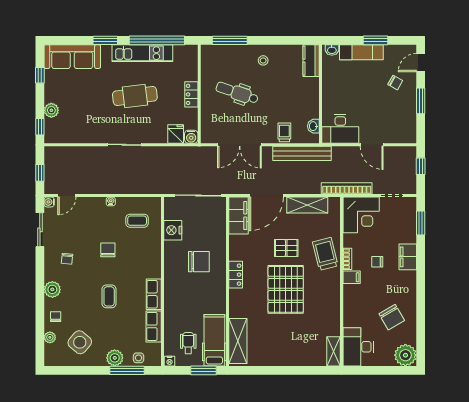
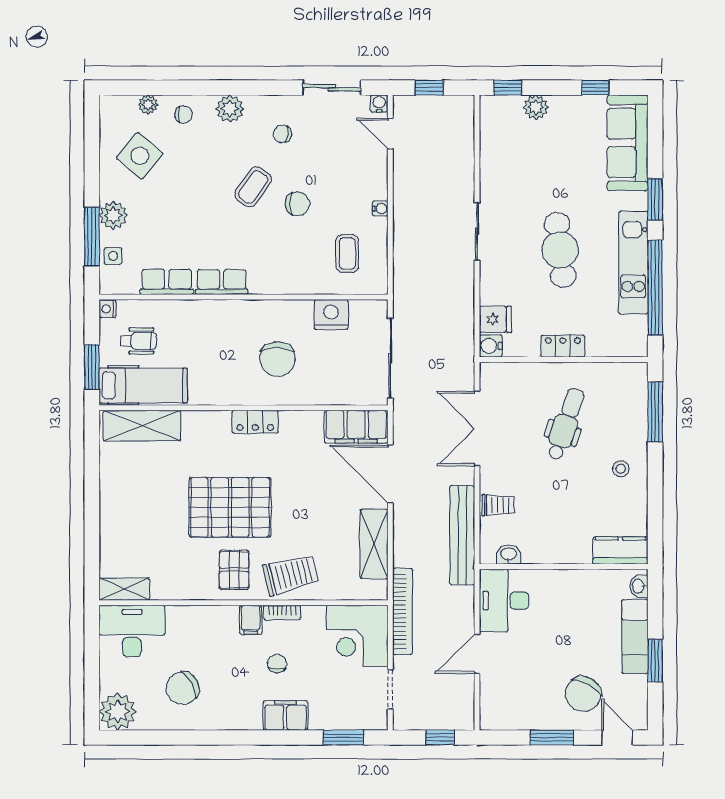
chair: (395, 83) -> (583, 694), width x1.87, depth x1.87
pallet: (286, 248) -> (234, 570), moved
coffee table: (109, 296) -> (253, 187), moved, turned -55

